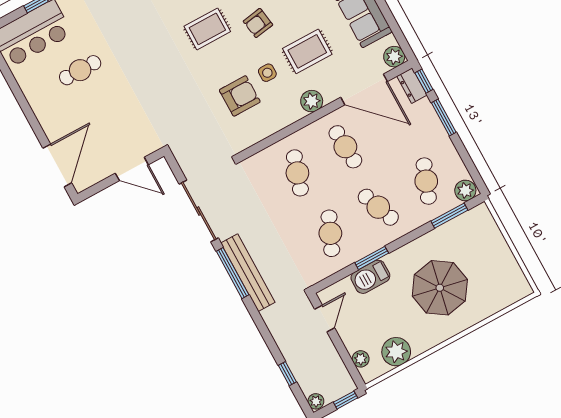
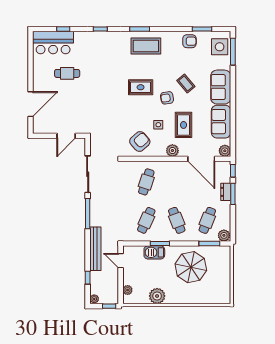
rug: (307, 51) -> (184, 125), turned 90
dresser: (412, 86) -> (226, 192), moved
armchair: (240, 96) -> (140, 141), moved, turned -42
cafe table: (345, 147) -> (177, 182), removed
door: (57, 166) -> (31, 104), moved
door: (132, 169) -> (66, 136), hinge flipped
bench: (248, 273) -> (95, 249), moved
parasol: (440, 288) -> (191, 267), moved
door: (325, 319) -> (121, 261), swing flipped
plant: (396, 352) -> (157, 296), moved

